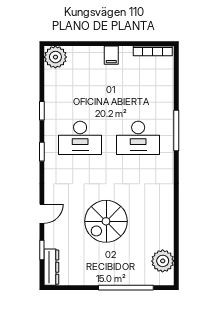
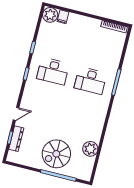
filing cabinet: (111, 55) -> (63, 17), moved
spiral stairs: (106, 221) -> (56, 154), moved
plant: (163, 261) -> (90, 149), moved
dresser: (51, 267) -> (16, 139), moved

